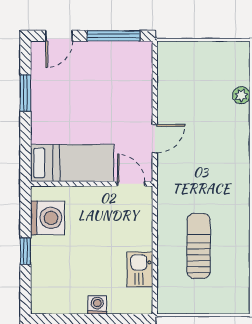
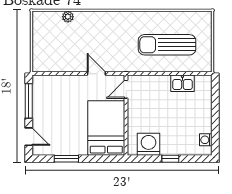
bed: (72, 163) -> (106, 128), width x1.50
sun lounger: (199, 246) -> (167, 45), width x1.36, depth x1.34
washing machine: (97, 305) -> (206, 140), moved

